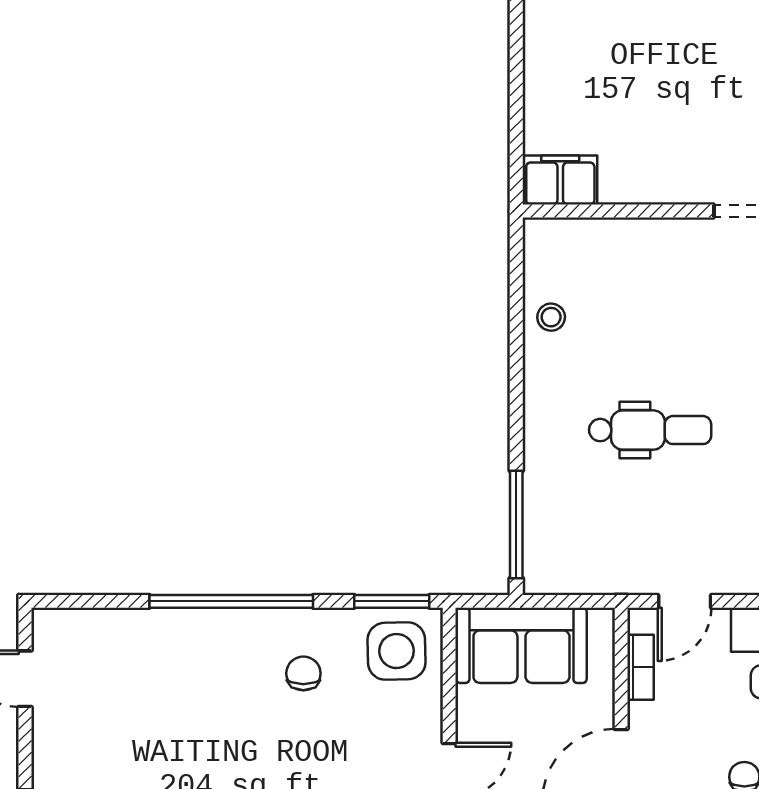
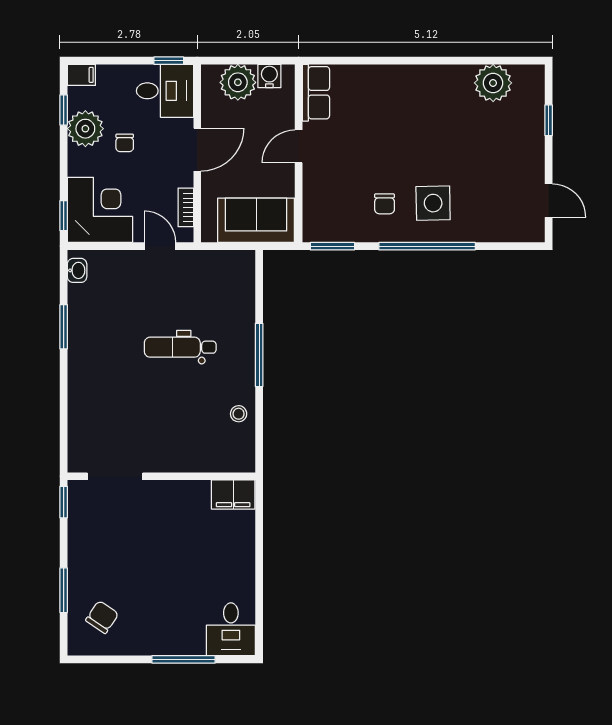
window: (516, 524) -> (259, 355), moved
door: (685, 601) -> (160, 246), hinge flipped
side table: (396, 651) -> (433, 203), moved

